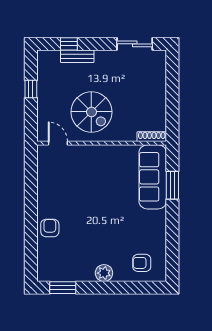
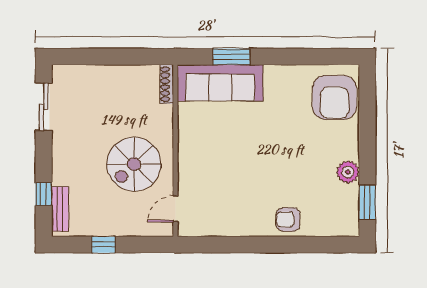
bench: (77, 56) -> (60, 209), moved
spiral stairs: (91, 112) -> (134, 164), turned 180
armchair: (142, 263) -> (334, 97), width x1.88, depth x1.88
plant: (104, 273) -> (348, 172), moved

